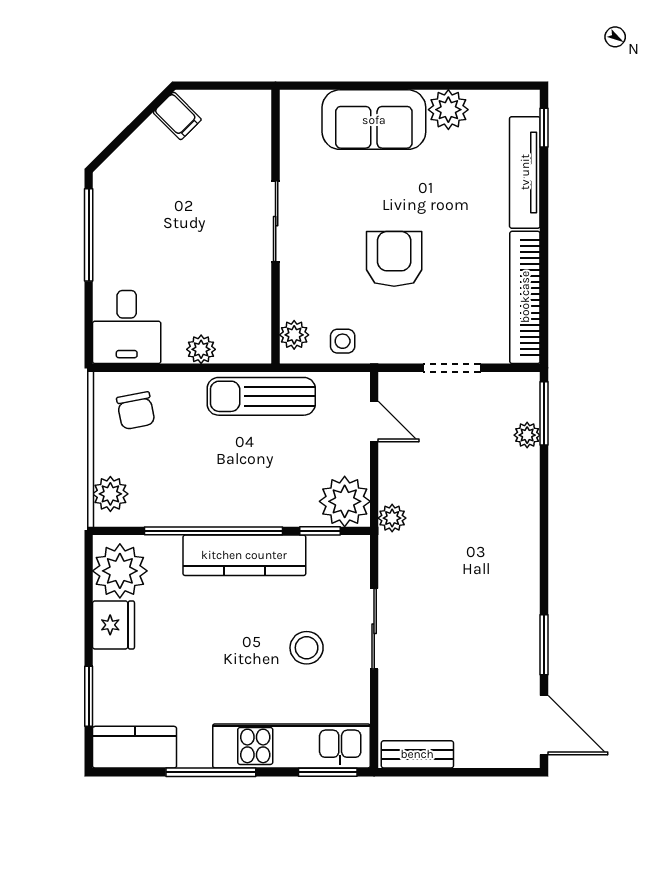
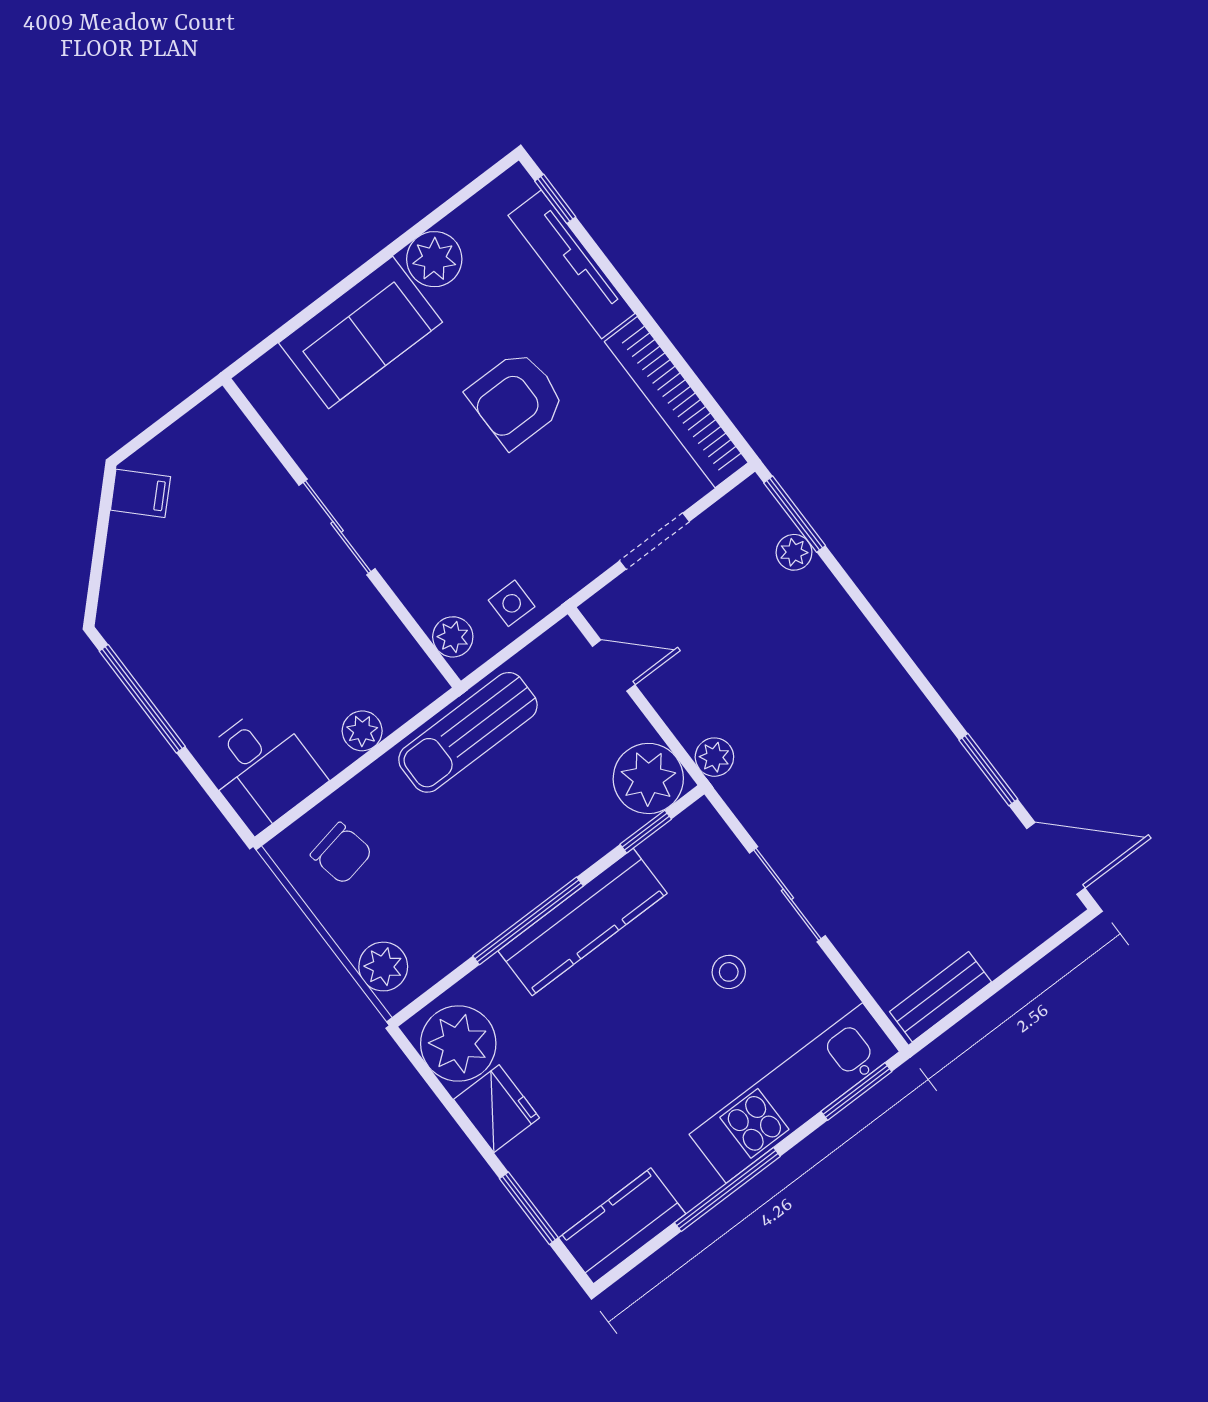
armchair: (394, 259) -> (516, 399), moved, turned -90
window: (213, 531) -> (528, 921), width x0.68
stool: (307, 648) -> (729, 972), width x0.73, depth x0.73

